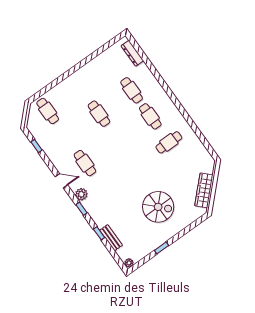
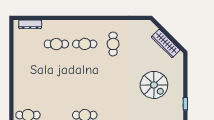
cafe table: (99, 114) -> (56, 80), removed
spiral stairs: (158, 207) -> (154, 85), turned 90

